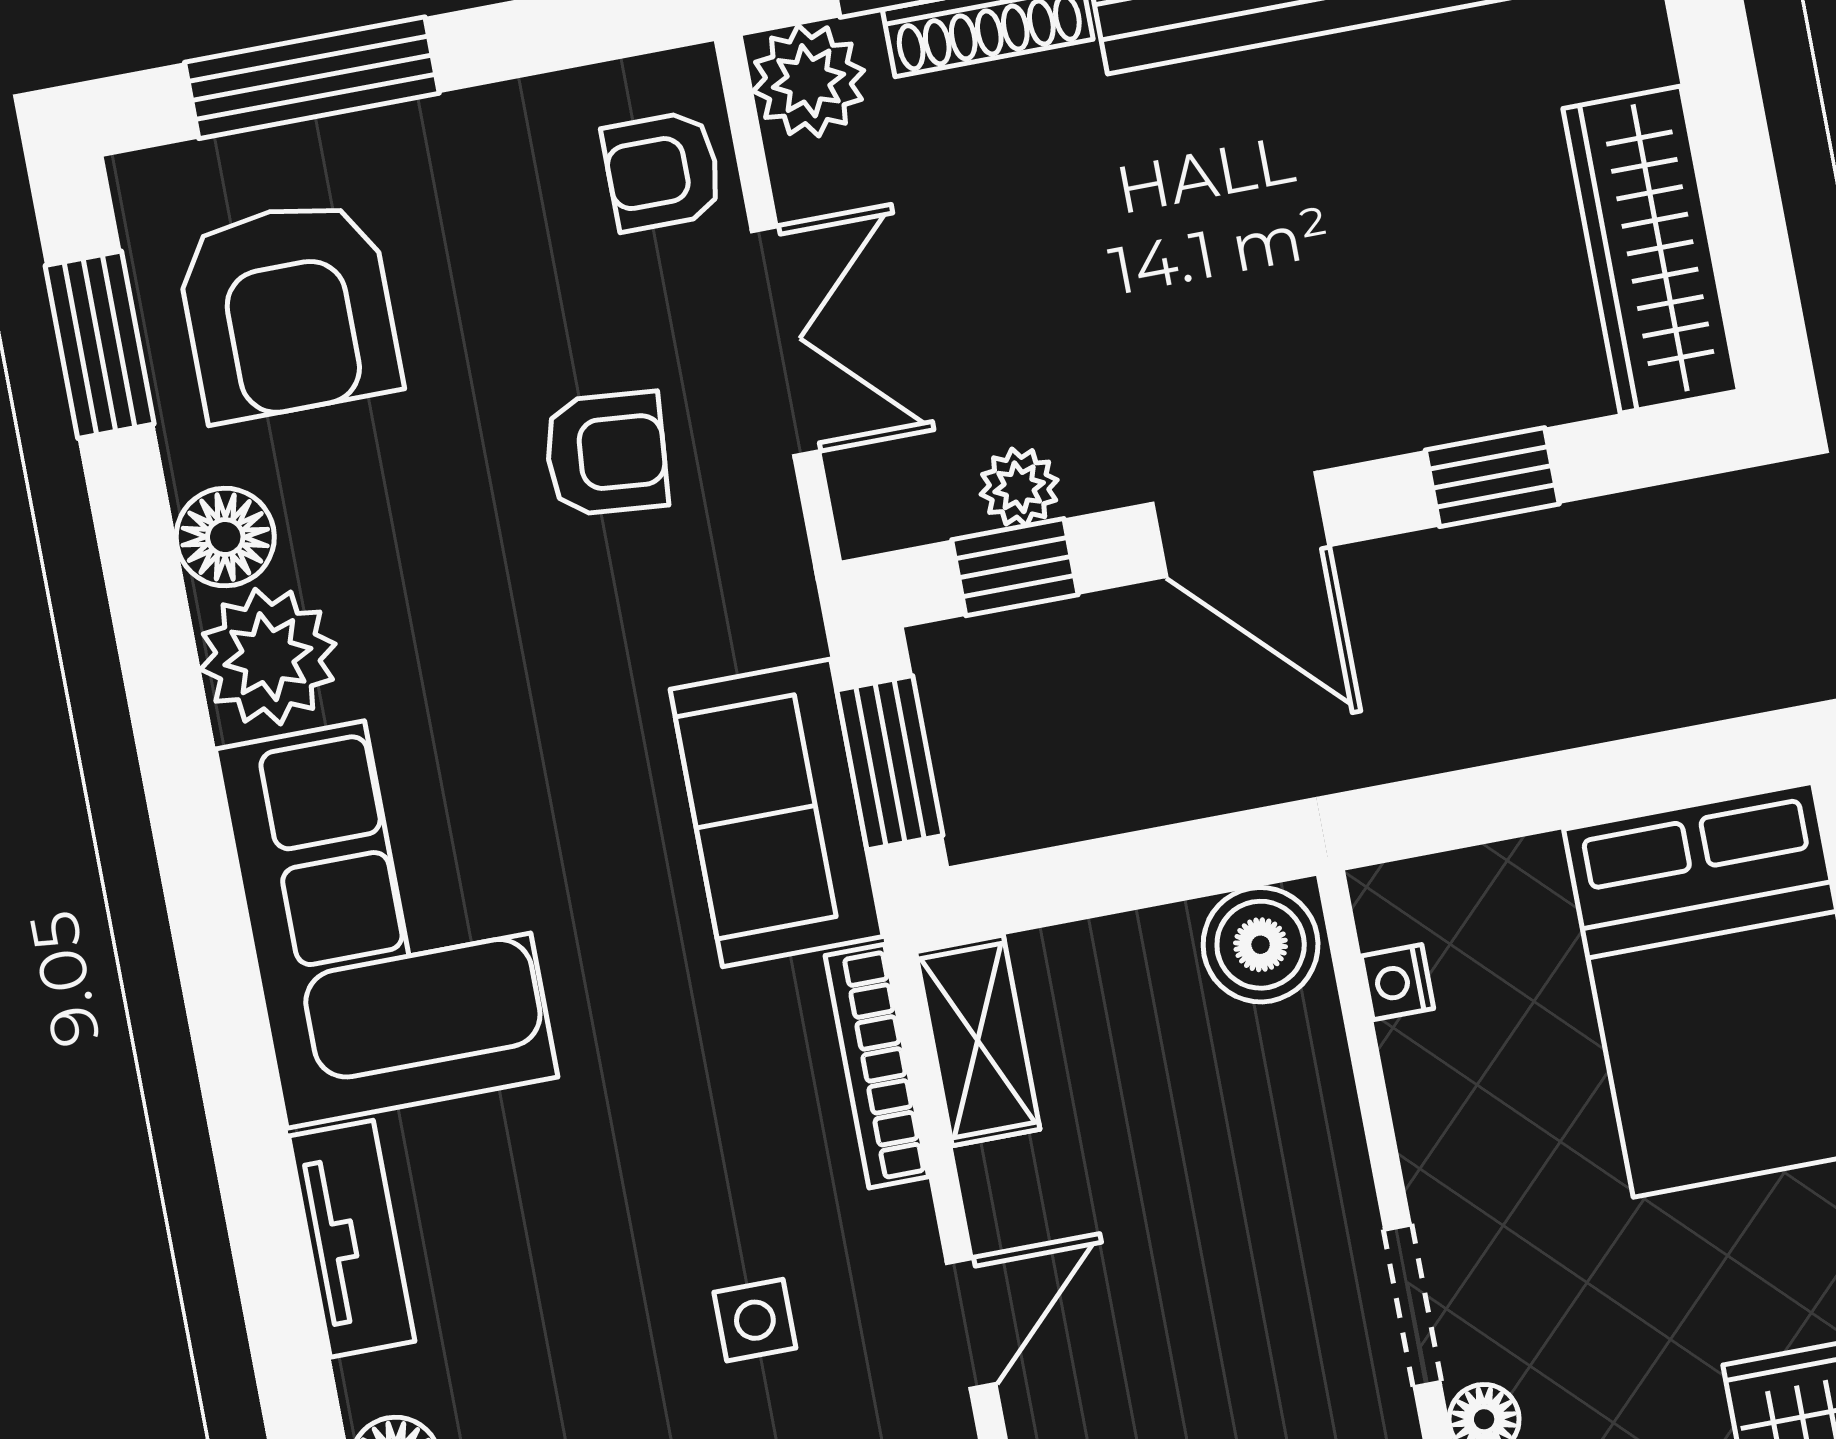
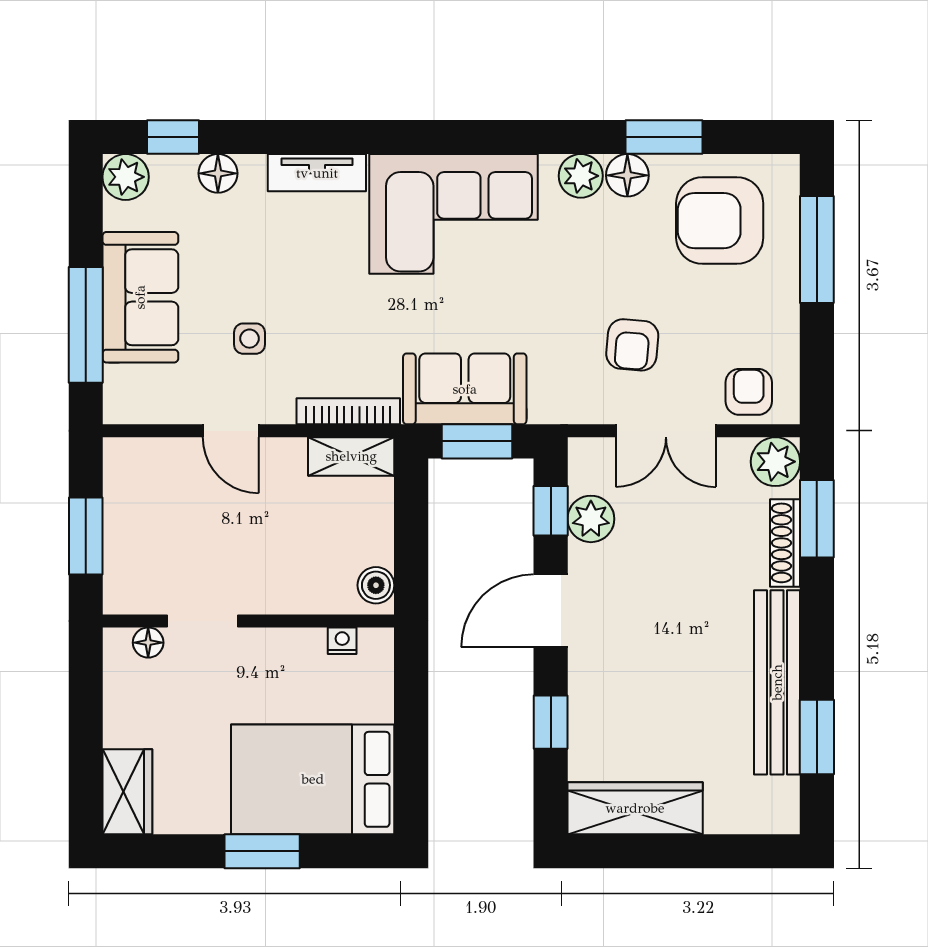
window: (100, 345) -> (664, 137), moved
plant: (1019, 487) -> (591, 519), width x1.38, depth x1.38
plant: (268, 657) -> (581, 176), width x0.73, depth x0.73
boiler: (1261, 945) -> (376, 585), width x0.73, depth x0.73

